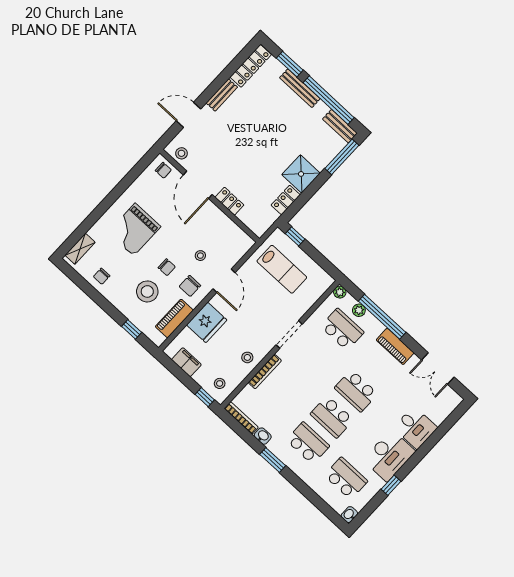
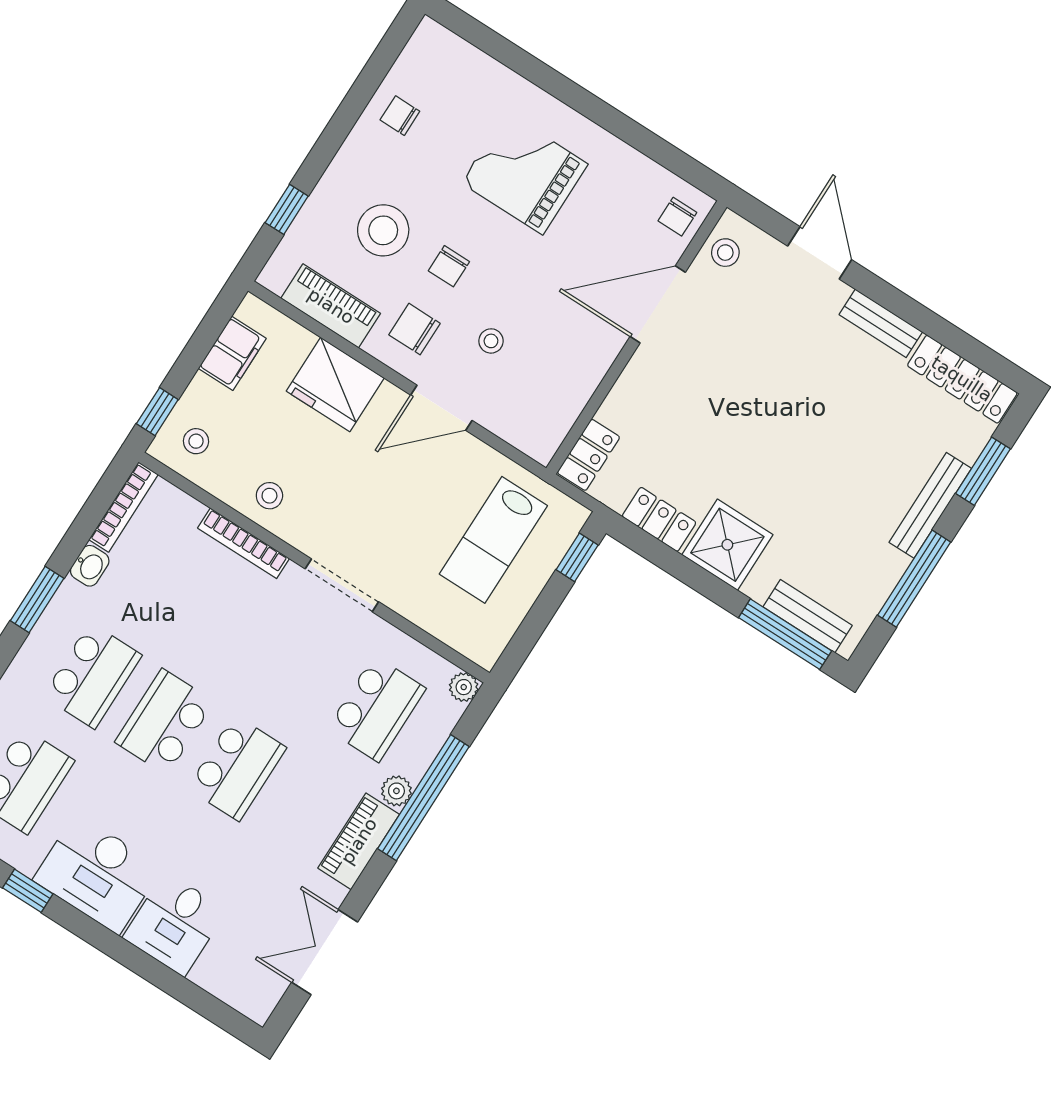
window: (329, 100) -> (914, 579), width x0.68
bench: (340, 126) -> (808, 616), moved, turned 90
locker: (229, 201) -> (588, 455), moved
shelving: (80, 249) -> (456, 53), removed
plant: (359, 310) -> (396, 791), moved
school desk: (356, 391) -> (237, 768), turned 180

